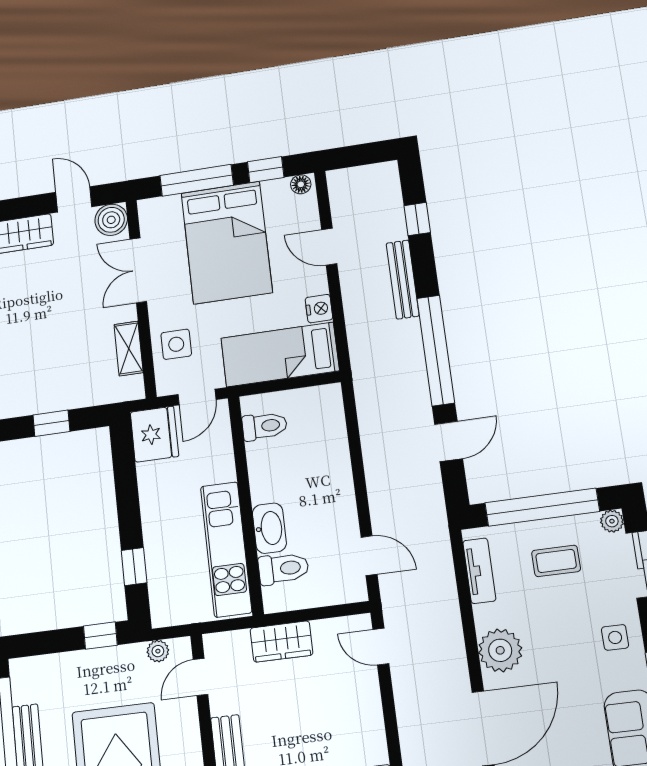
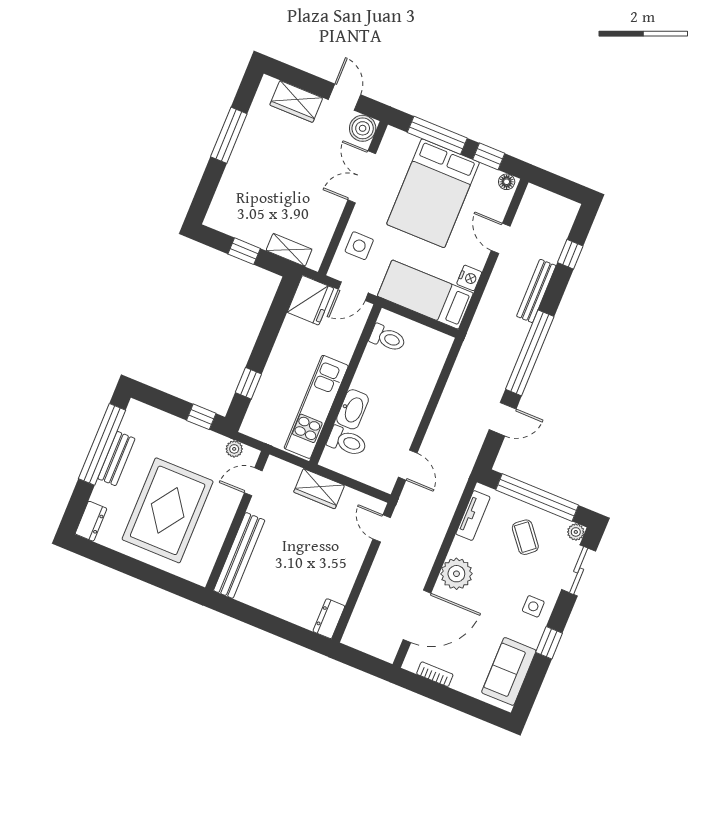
shelving: (129, 349) -> (289, 250), moved, turned 90
coffee table: (556, 561) -> (525, 537), turned 51

